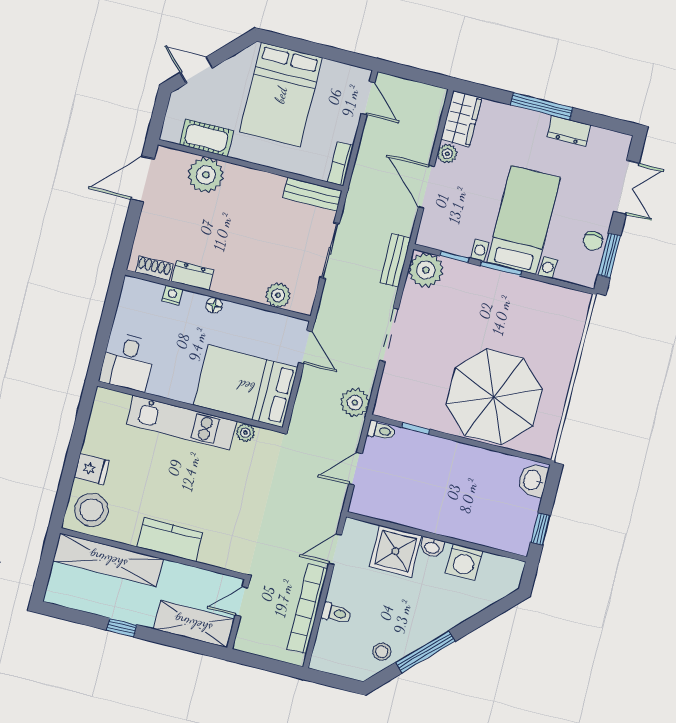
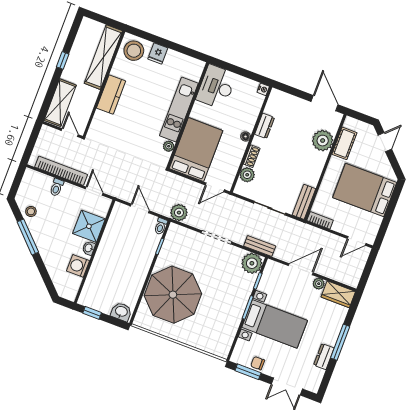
shoe rack: (154, 268) -> (252, 156), moved
nightstand: (172, 295) -> (263, 89), moved
desk: (128, 362) -> (216, 87), width x1.37

